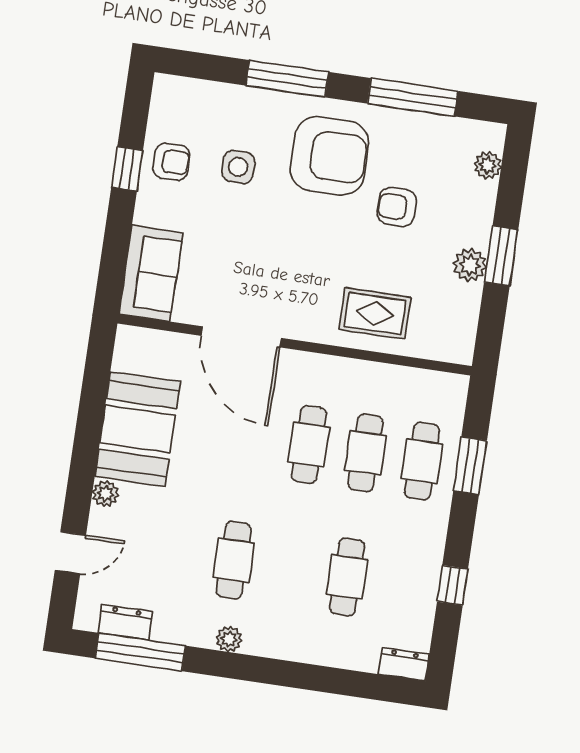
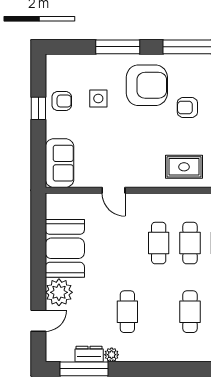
door: (241, 337) -> (114, 190), width x0.53
plant: (105, 494) -> (59, 292), width x1.88, depth x1.88
dresser: (125, 622) -> (89, 354), moved
plant: (229, 639) -> (112, 355), moved

